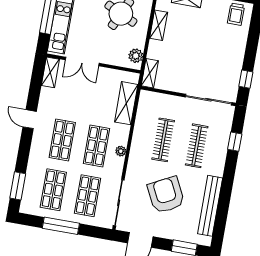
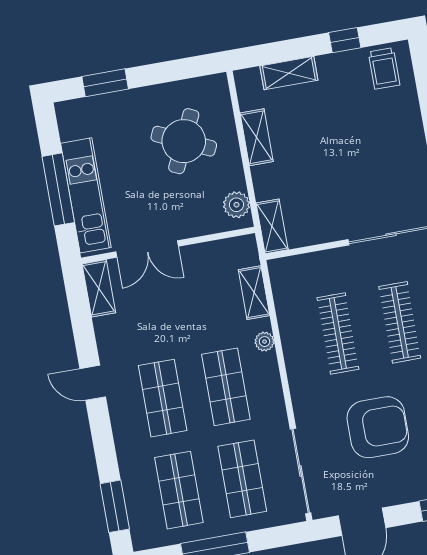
shelving: (126, 103) -> (254, 293), width x0.67, depth x0.75
plant: (121, 151) -> (265, 342), moved
armchair: (166, 195) -> (378, 427), turned 117

